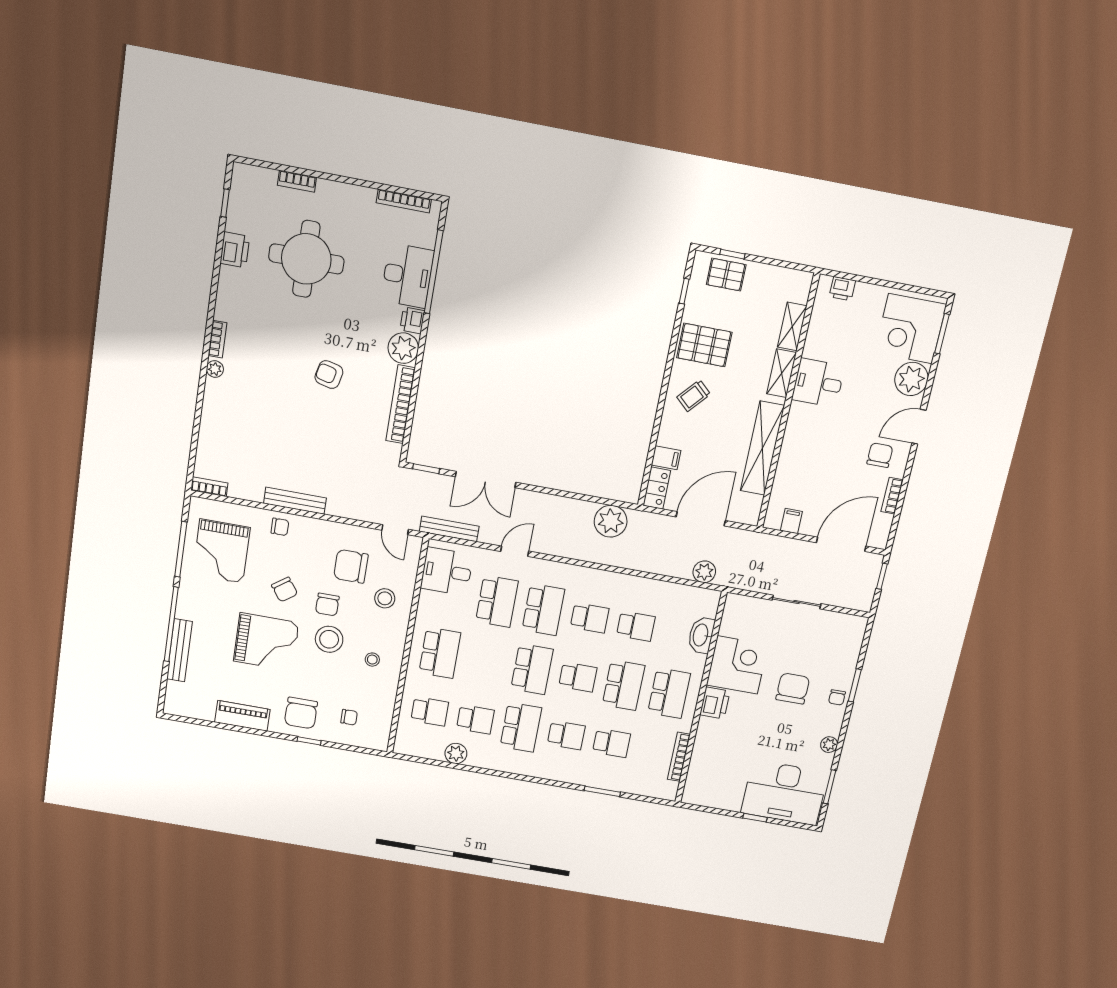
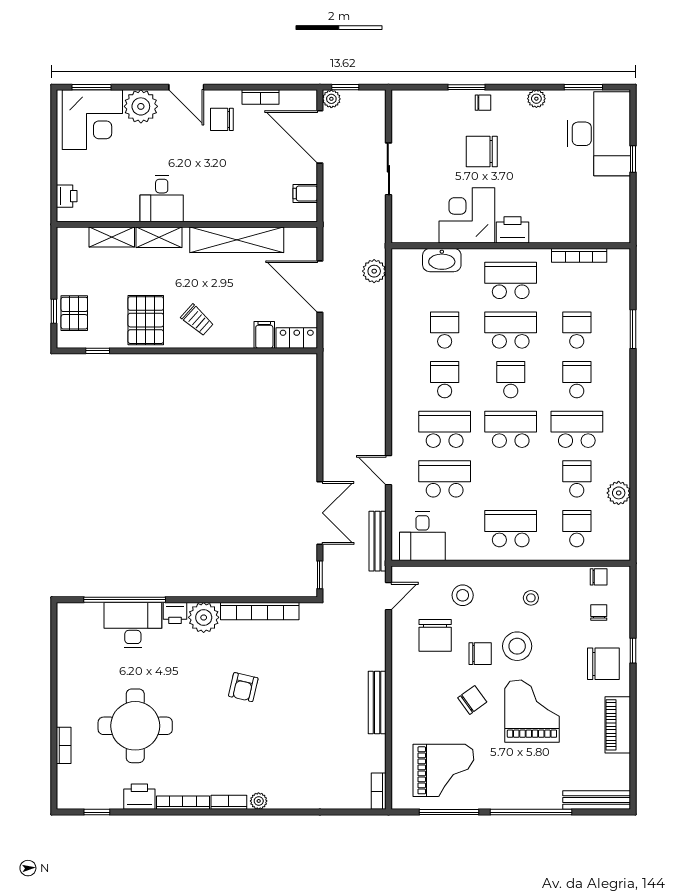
bookcase: (404, 201) -> (183, 803), moved, turned -90
plant: (611, 521) -> (331, 99), moved, width x0.53, depth x0.53
chair: (280, 527) -> (599, 577), moved, turned 90
bench: (179, 650) -> (597, 800), moved

